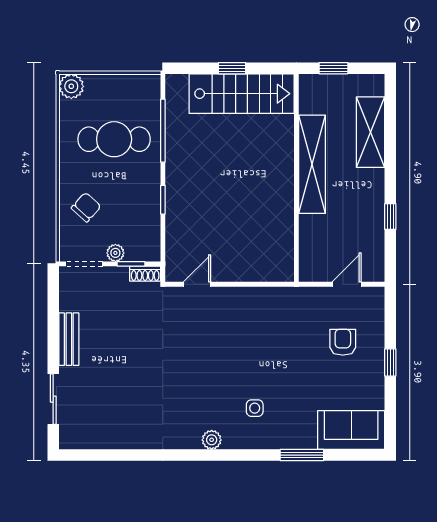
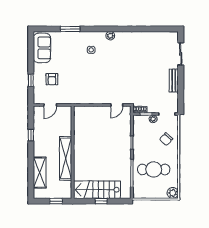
window: (390, 362) -> (31, 80), moved
sofa: (351, 430) -> (42, 48), moved, turned -90

